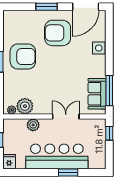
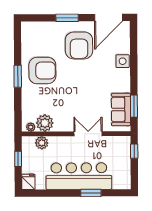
armchair: (58, 33) -> (79, 45), turned -90
window: (109, 91) -> (134, 106), width x0.69
plant: (33, 125) -> (42, 143), moved

